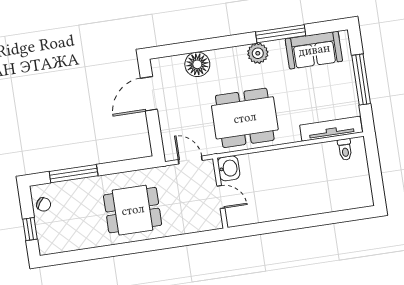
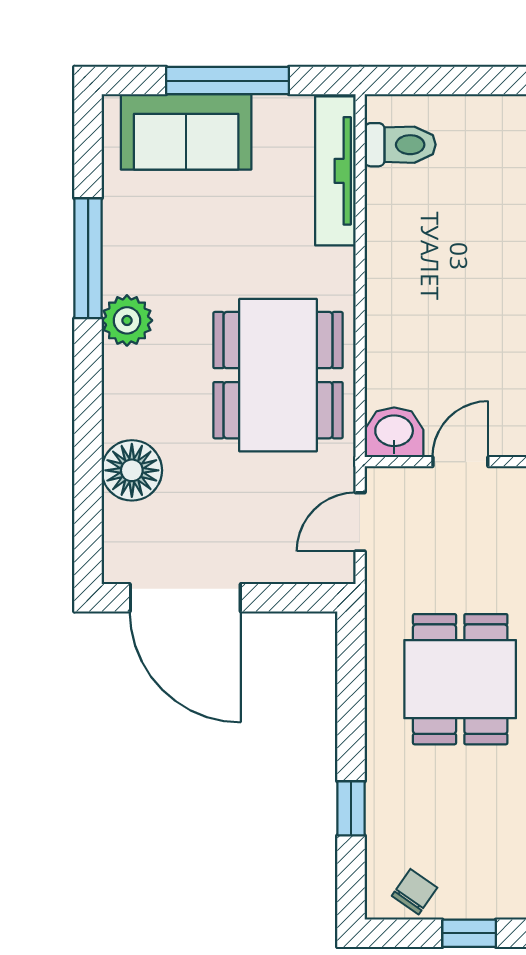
sofa: (314, 50) -> (186, 132), moved, turned 90
door: (149, 94) -> (185, 598), width x1.36
toilet: (345, 149) -> (400, 145), width x1.37, depth x1.39
window: (74, 174) -> (351, 808), width x0.46

